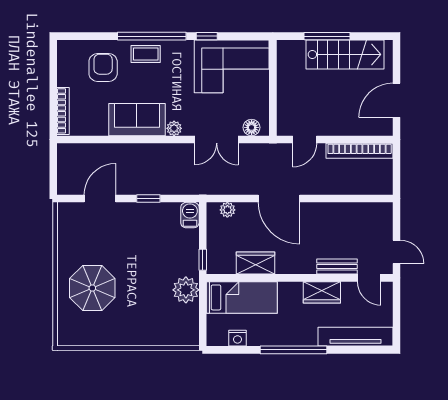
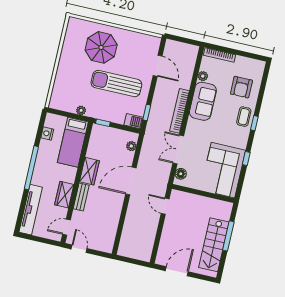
window: (152, 36) -> (254, 123), width x0.32
armchair: (103, 68) -> (241, 87), turned 90
door: (397, 100) -> (177, 271), hinge flipped
plant: (174, 128) -> (203, 76), moved
bookcase: (360, 151) -> (180, 111), moved
window: (148, 199) -> (147, 112), moved
door: (397, 252) -> (79, 249), swing flipped
sun lounger: (140, 253) -> (116, 84), added
wardrobe: (256, 263) -> (89, 171), moved
bench: (337, 266) -> (81, 197), moved
plant: (186, 290) -> (81, 110), width x0.53, depth x0.53

